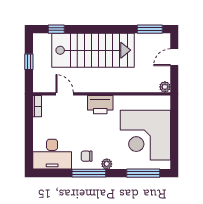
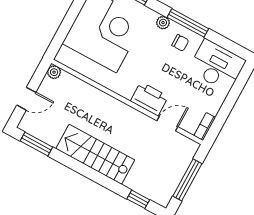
stairs: (93, 50) -> (95, 154), width x0.73, depth x0.66
window: (29, 62) -> (187, 180), width x2.17
door: (65, 94) -> (167, 124), swing flipped
printer: (100, 105) -> (149, 99), moved

